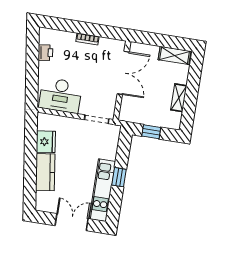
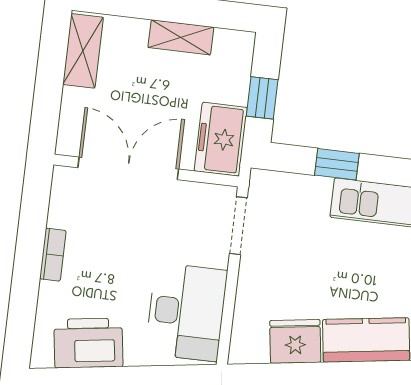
printer: (45, 53) -> (88, 343), width x1.87, depth x1.48
freezer: (134, 113) -> (221, 139), added
window: (119, 177) -> (337, 164), moved

